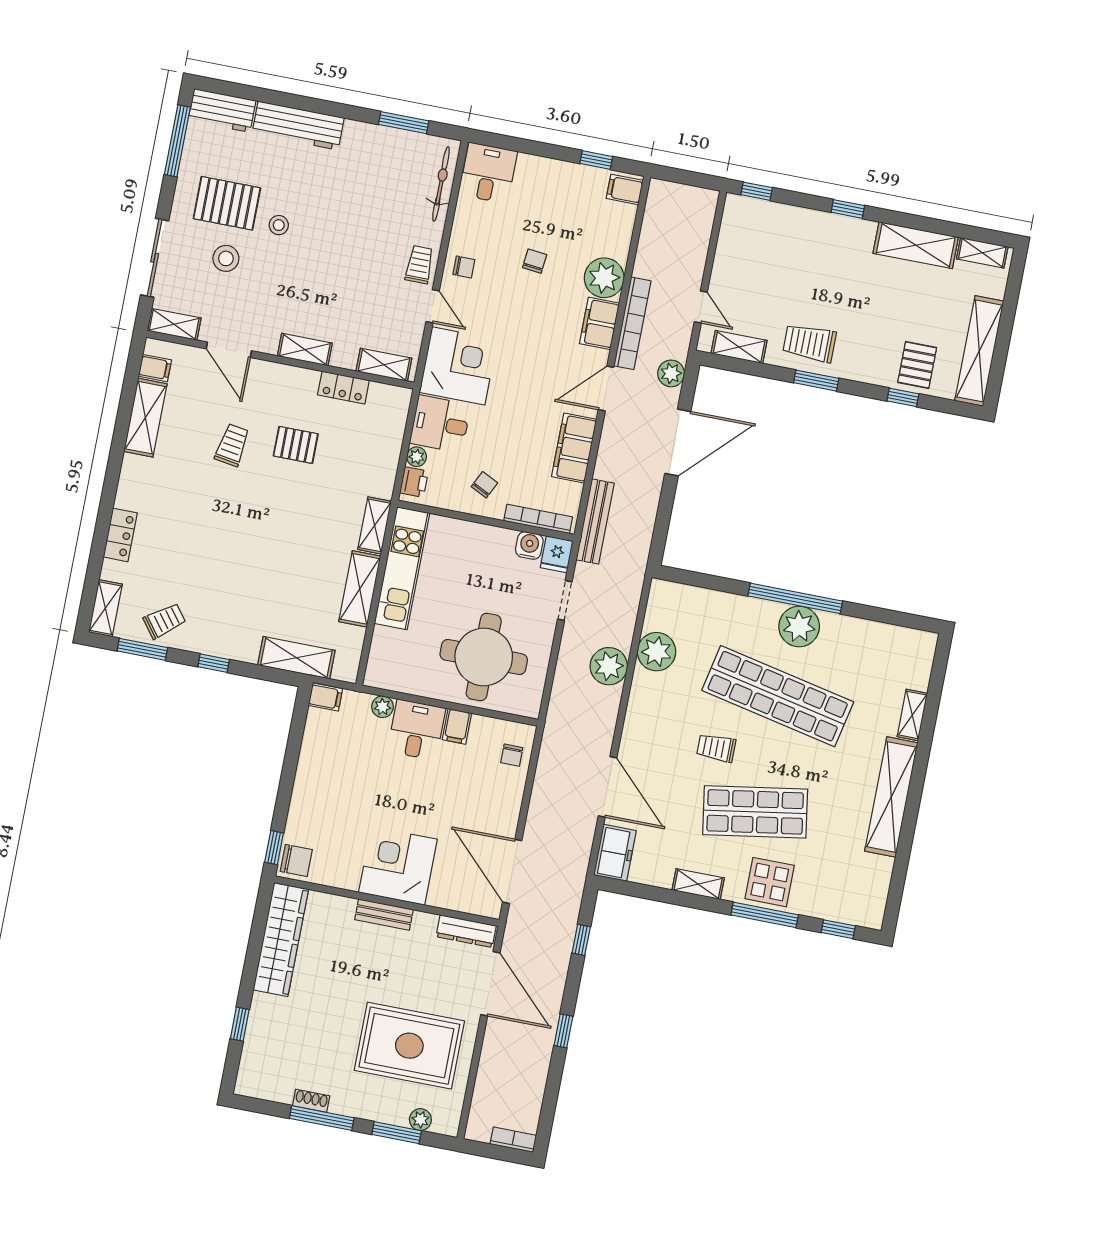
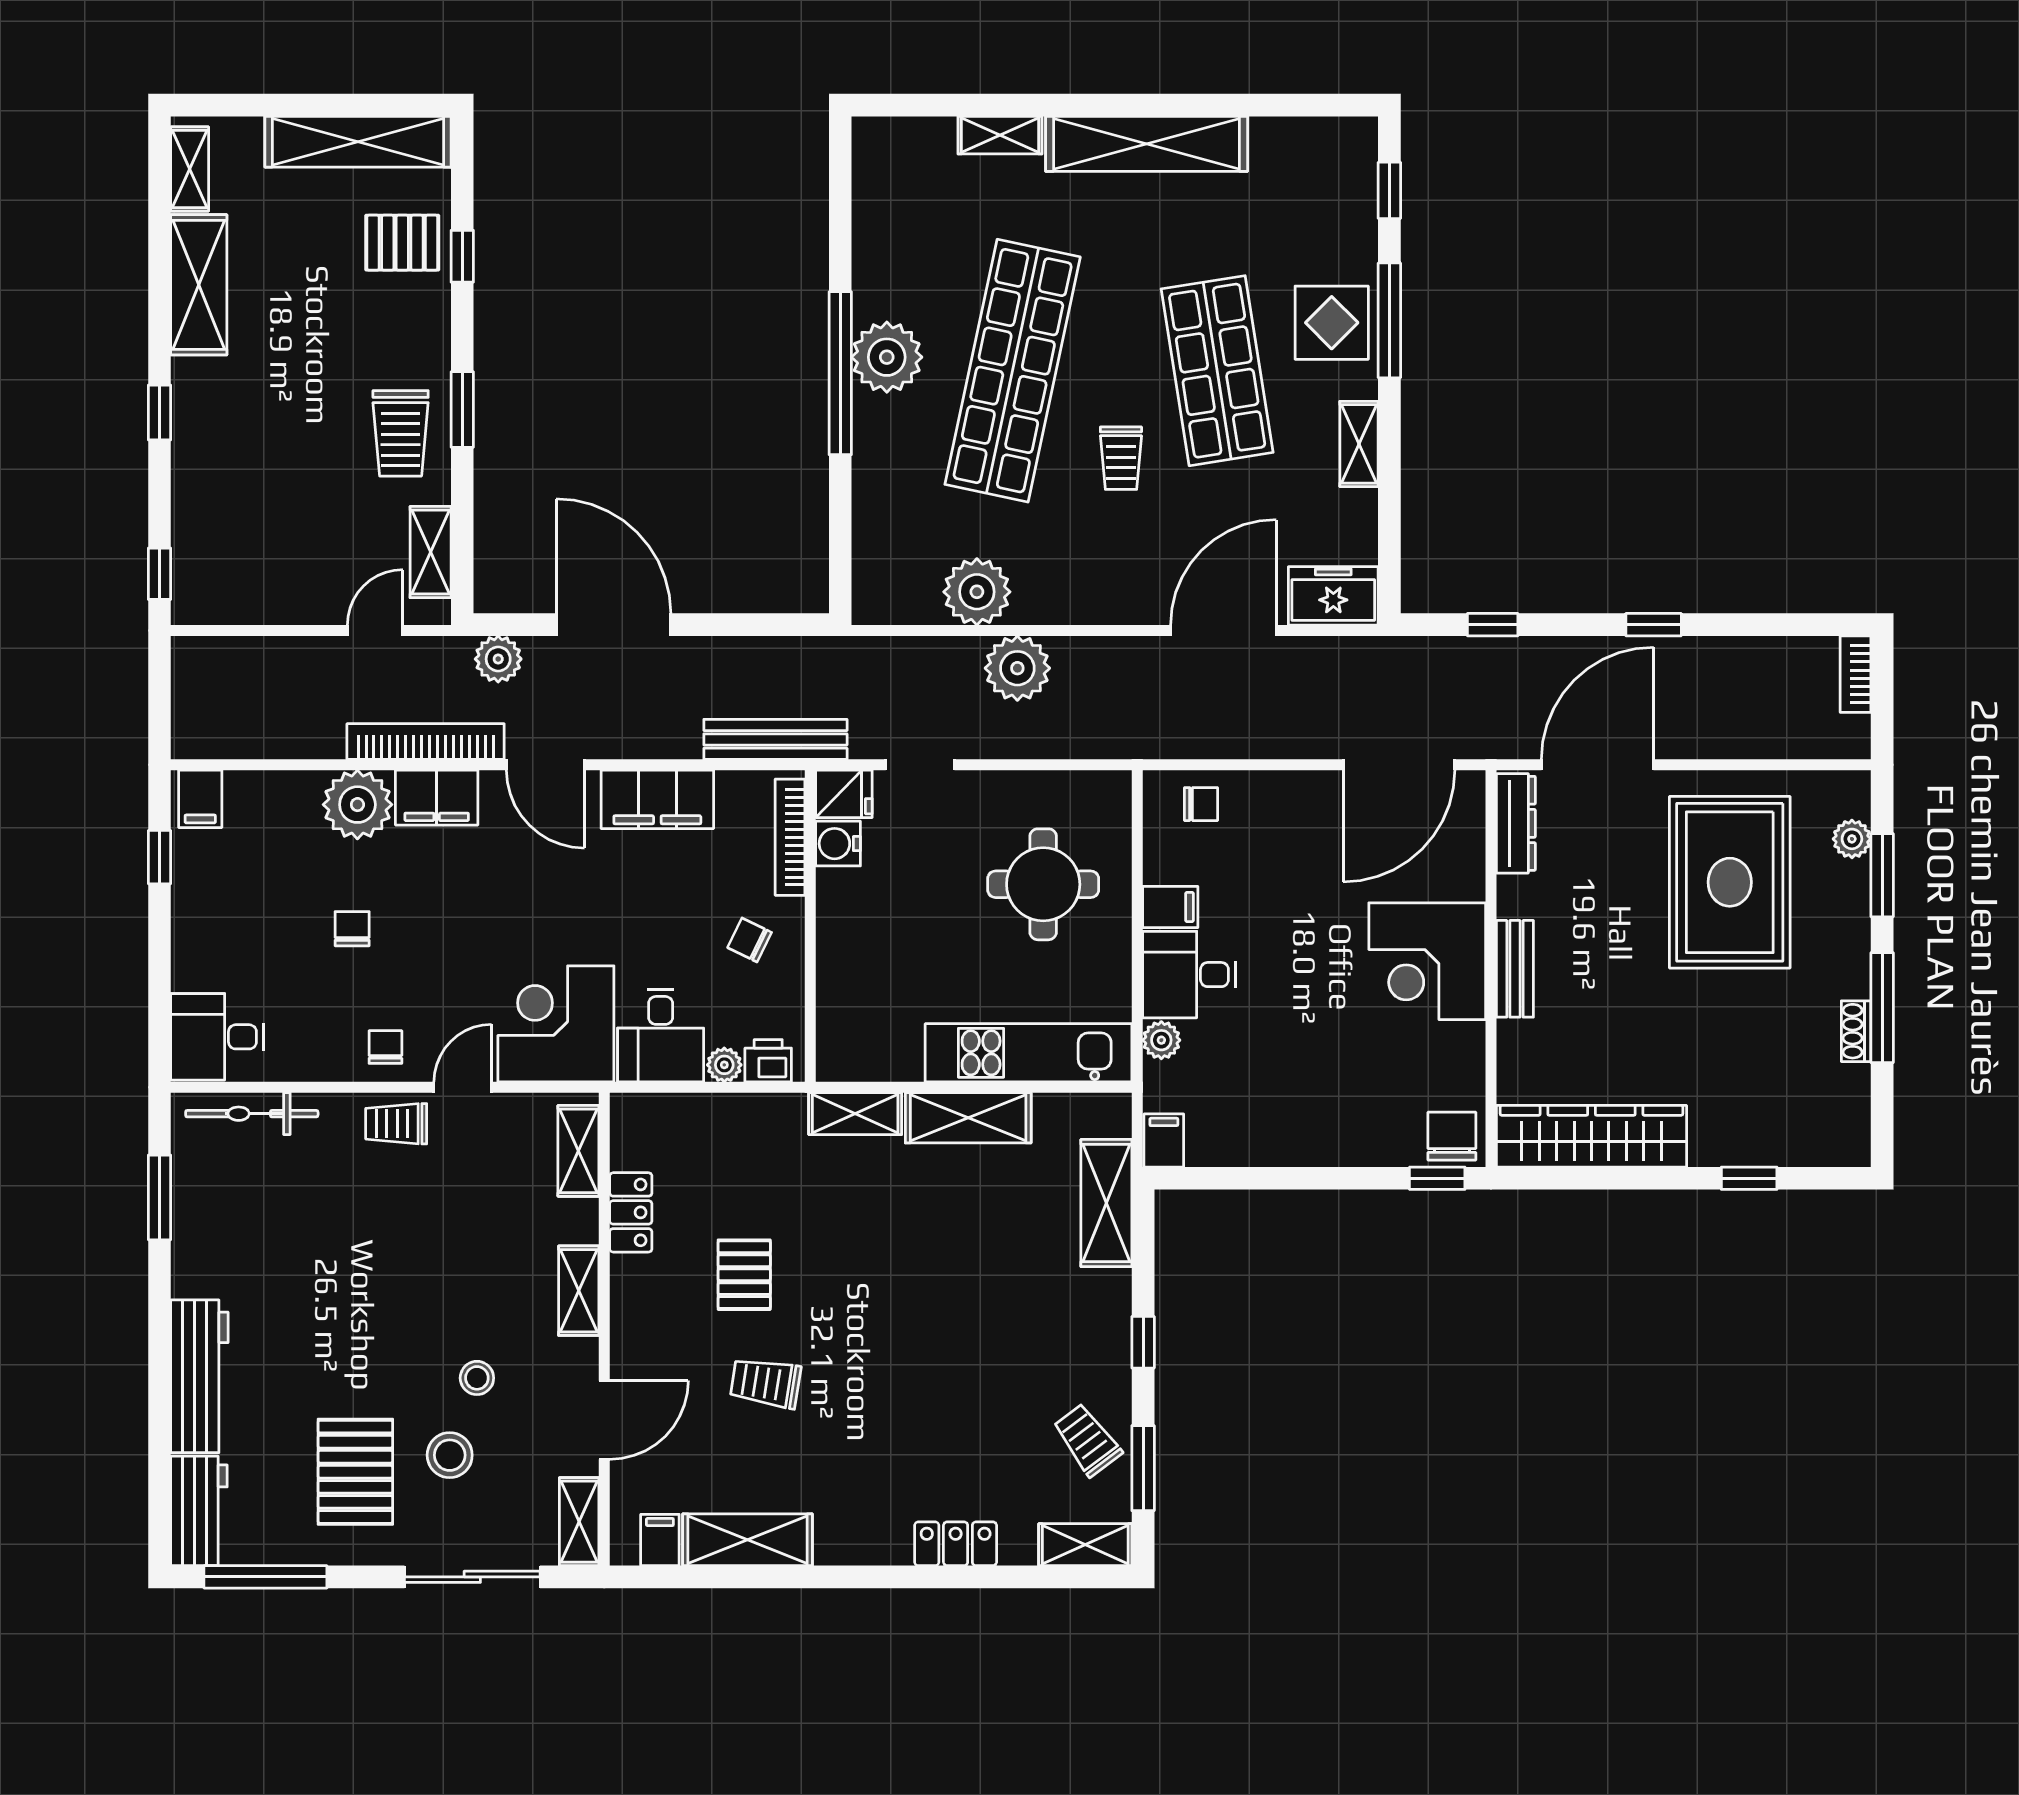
stool: (279, 225) -> (477, 1378), moved
chair: (535, 261) -> (352, 929), turned 84
kitchen unit: (402, 568) -> (1029, 1053), moved
round table: (484, 657) -> (1043, 884), width x0.73, depth x0.73

